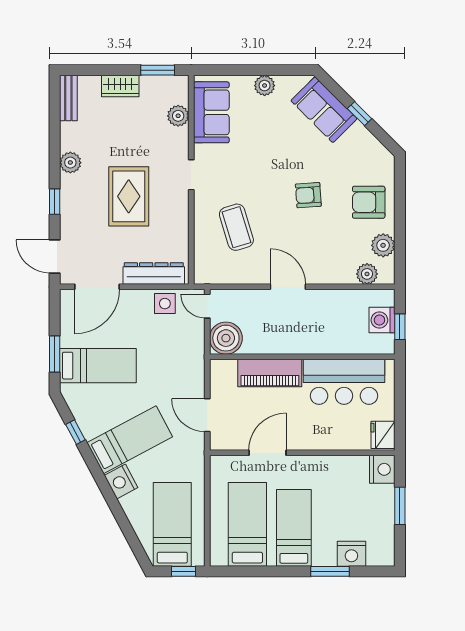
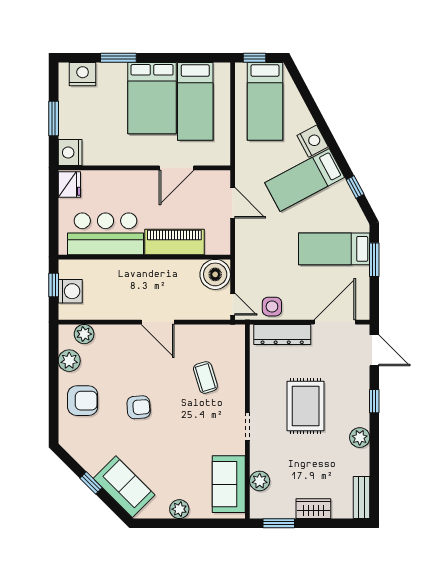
coffee table: (236, 227) -> (205, 377), width x0.73, depth x0.77
bed: (294, 528) -> (152, 98), width x1.50
nightstand: (351, 554) -> (83, 74), moved

